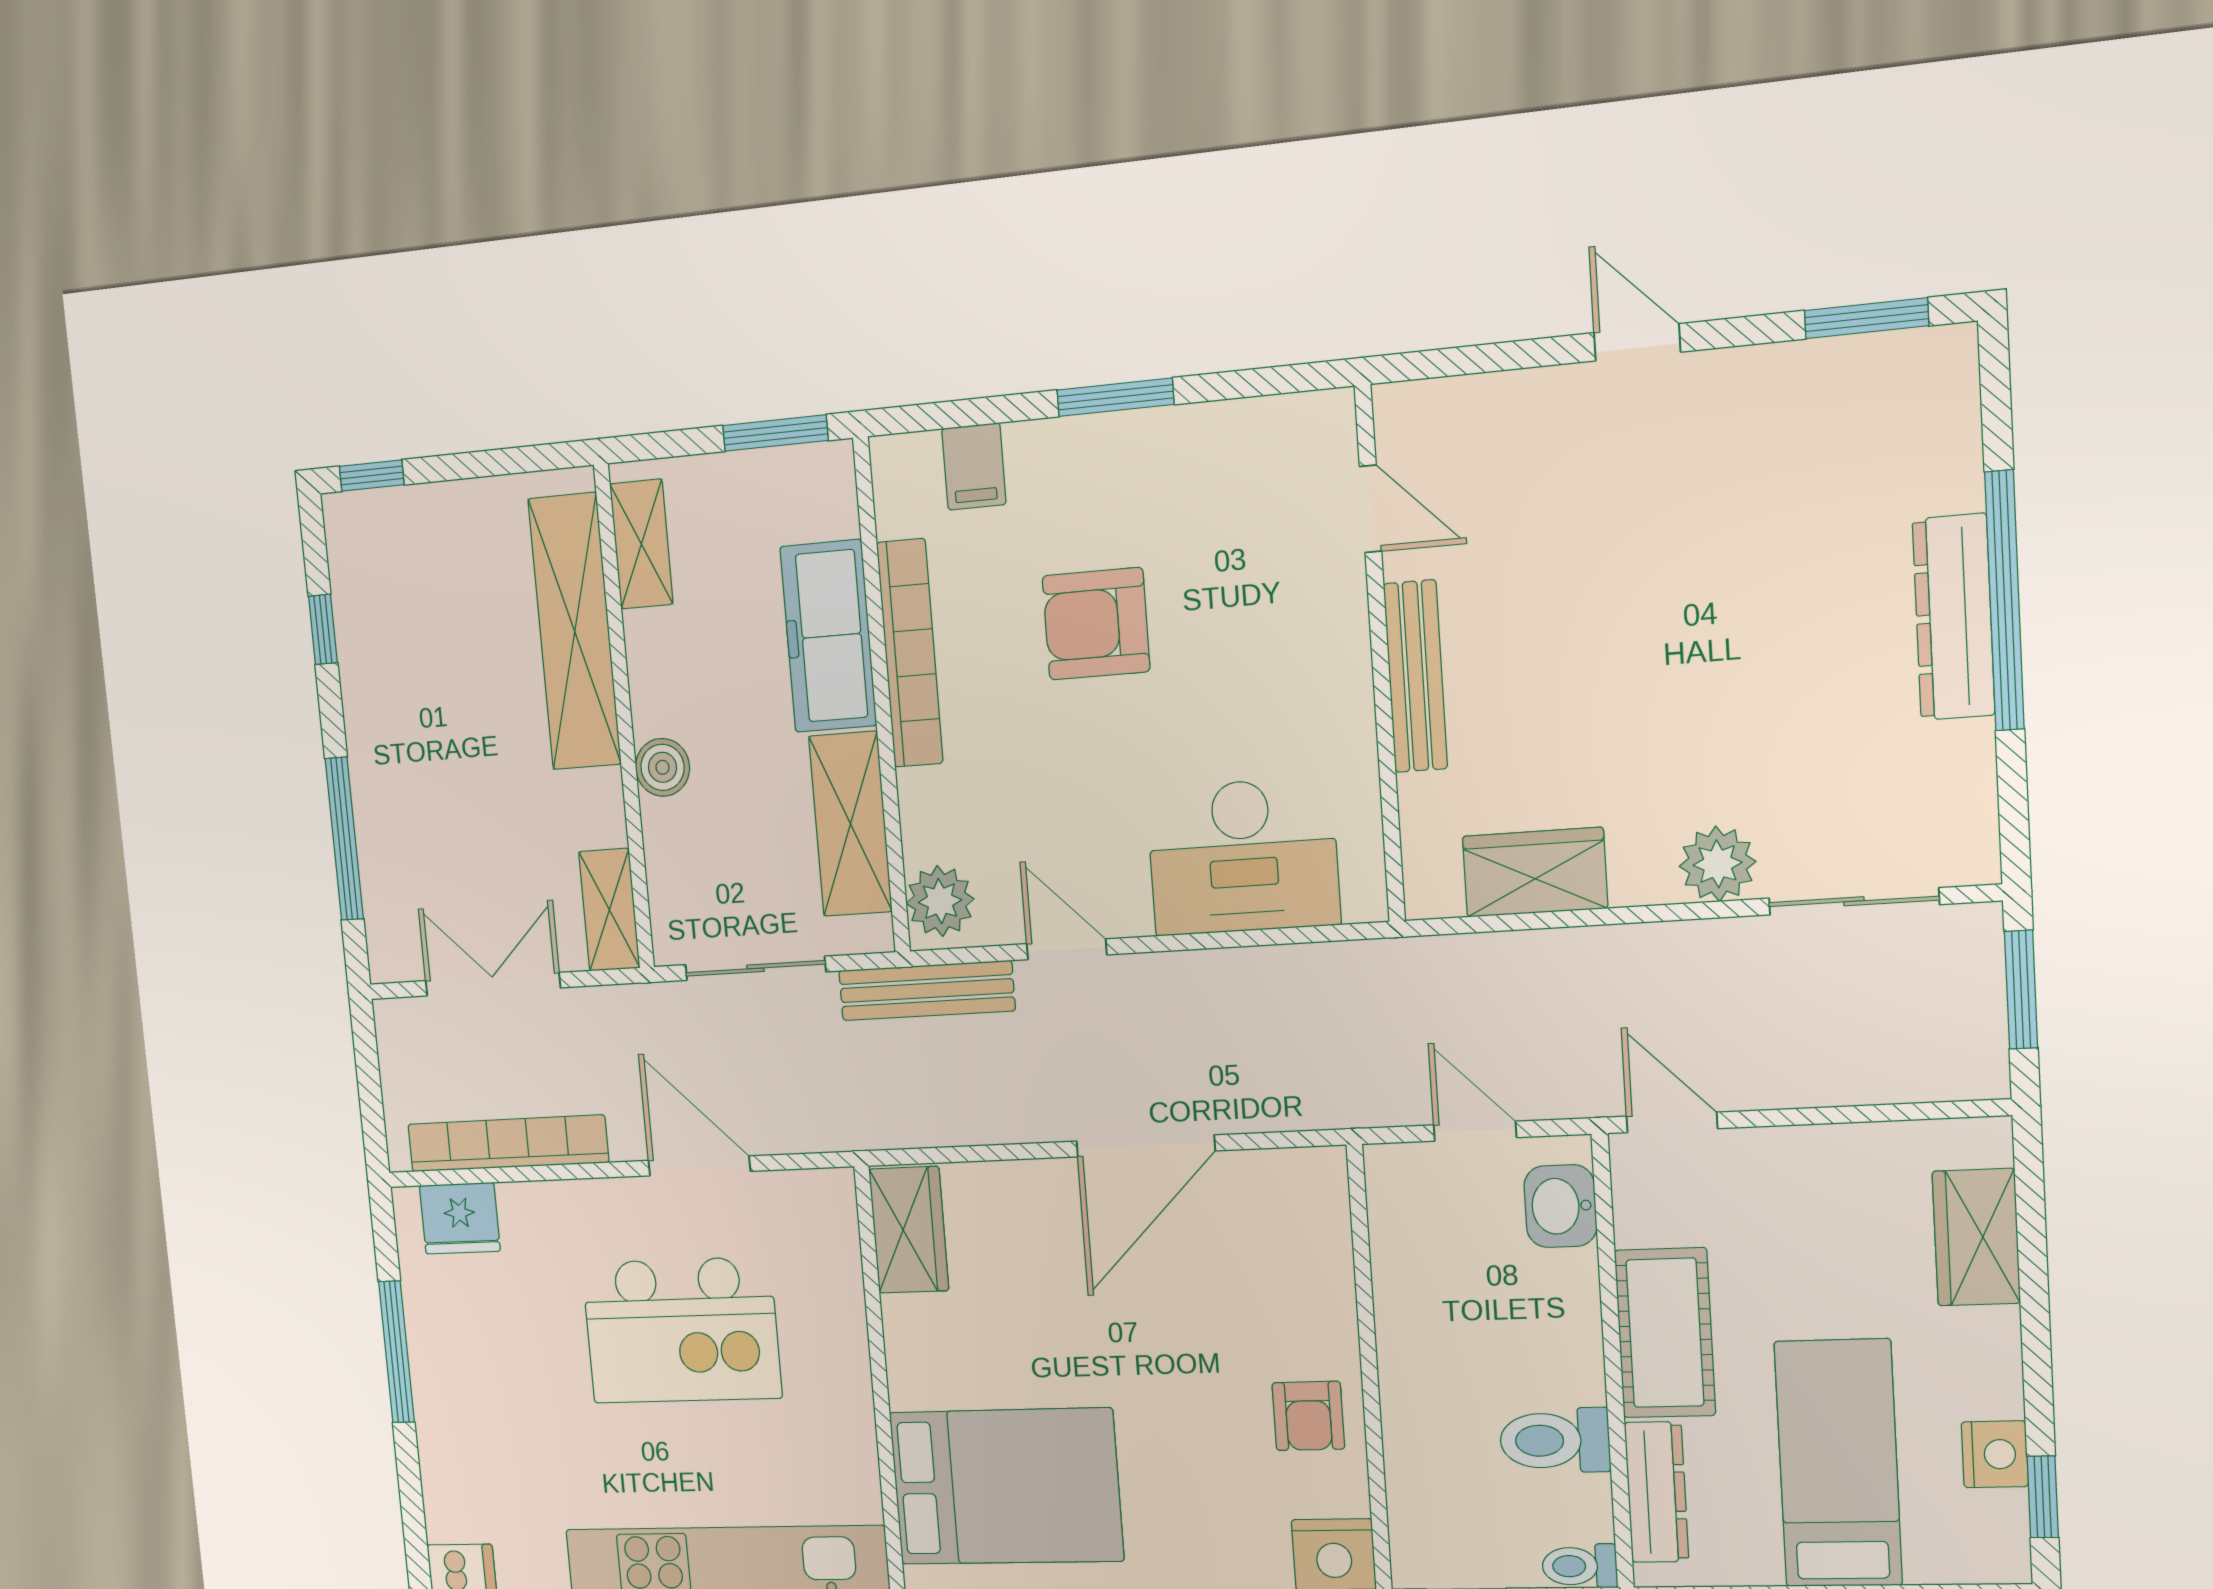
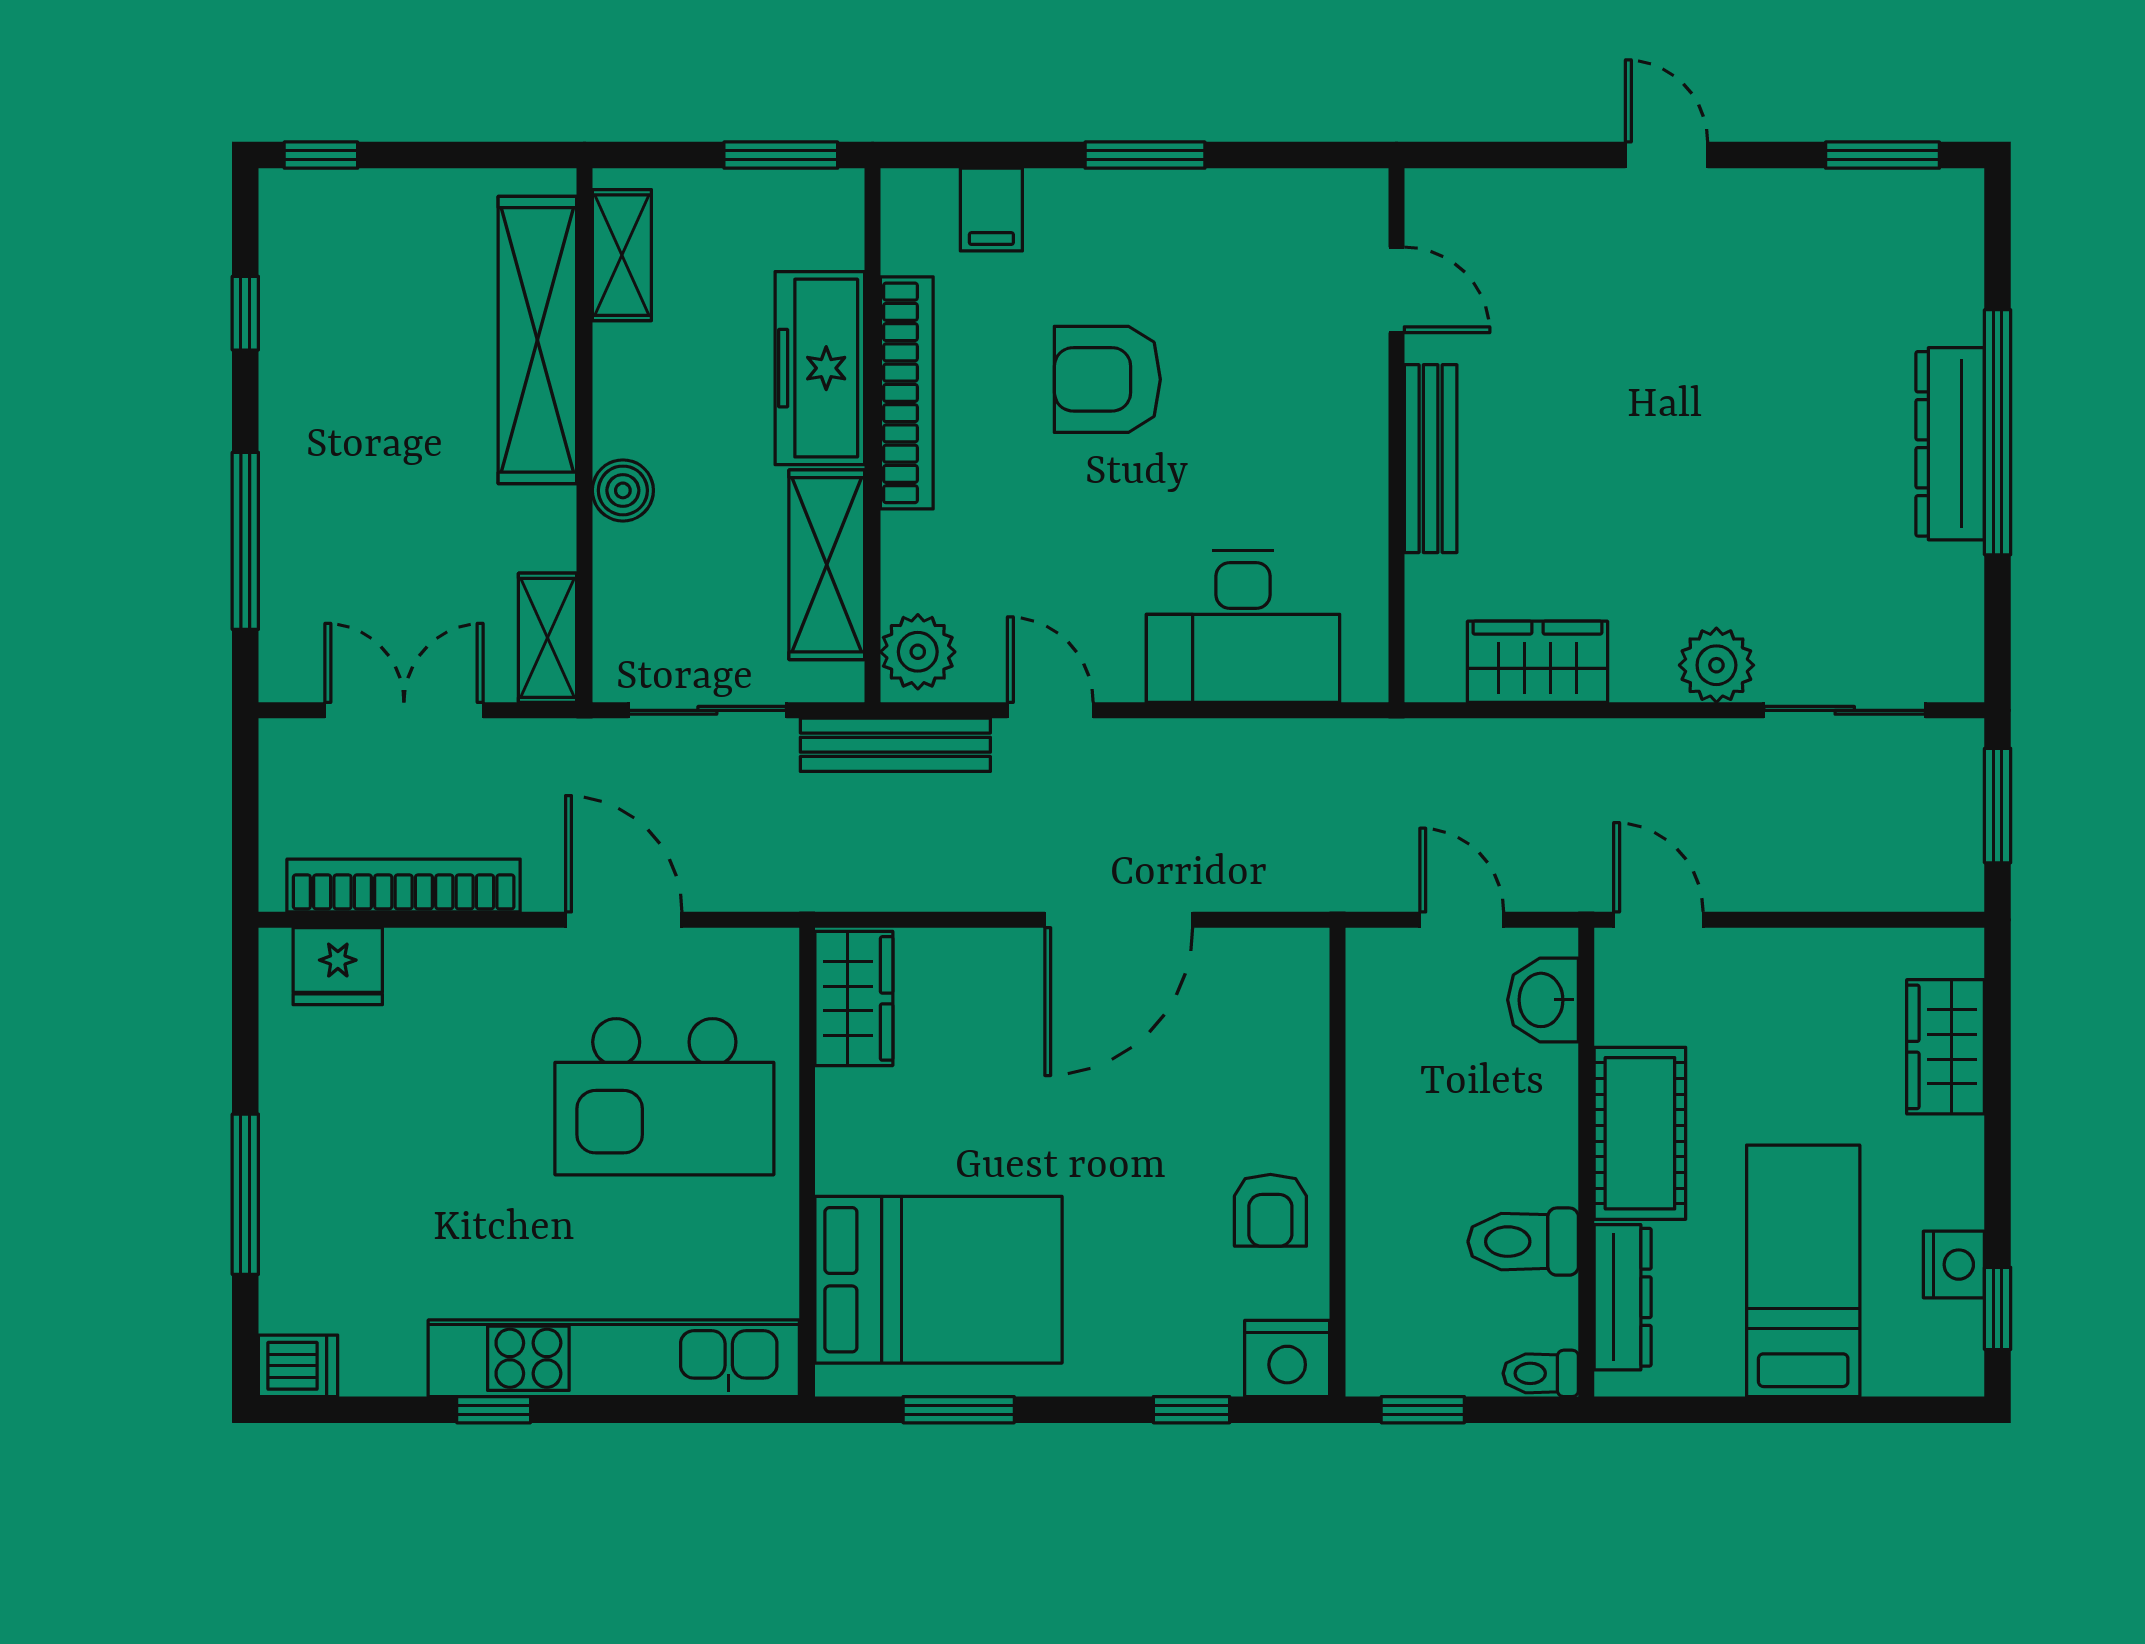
kitchen island: (682, 1330) -> (664, 1097), moved
window: (396, 1352) -> (245, 1194), moved

